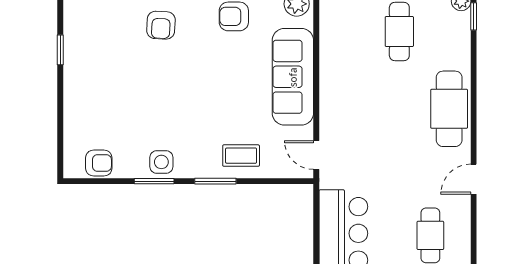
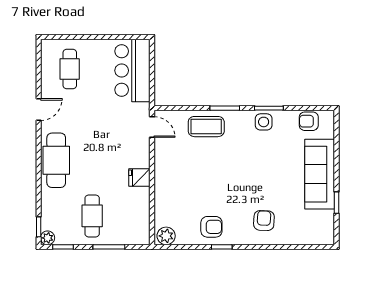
sofa: (293, 77) -> (320, 174), moved, turned 180
fridge: (334, 85) -> (139, 177), added
coffee table: (241, 156) -> (206, 127), width x1.36, depth x1.30

